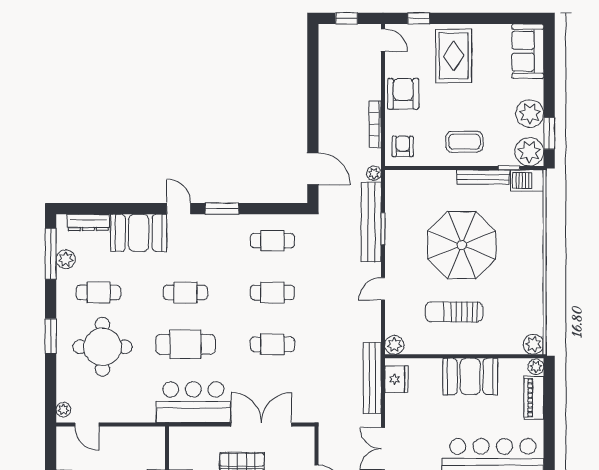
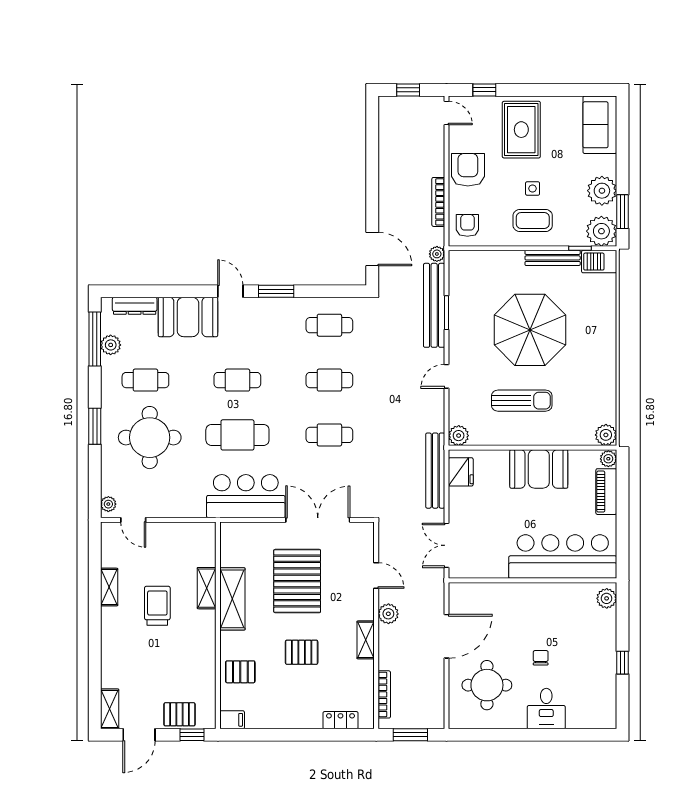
side table: (464, 111) -> (533, 188), added
sun lounger: (454, 312) -> (522, 401), turned 180

